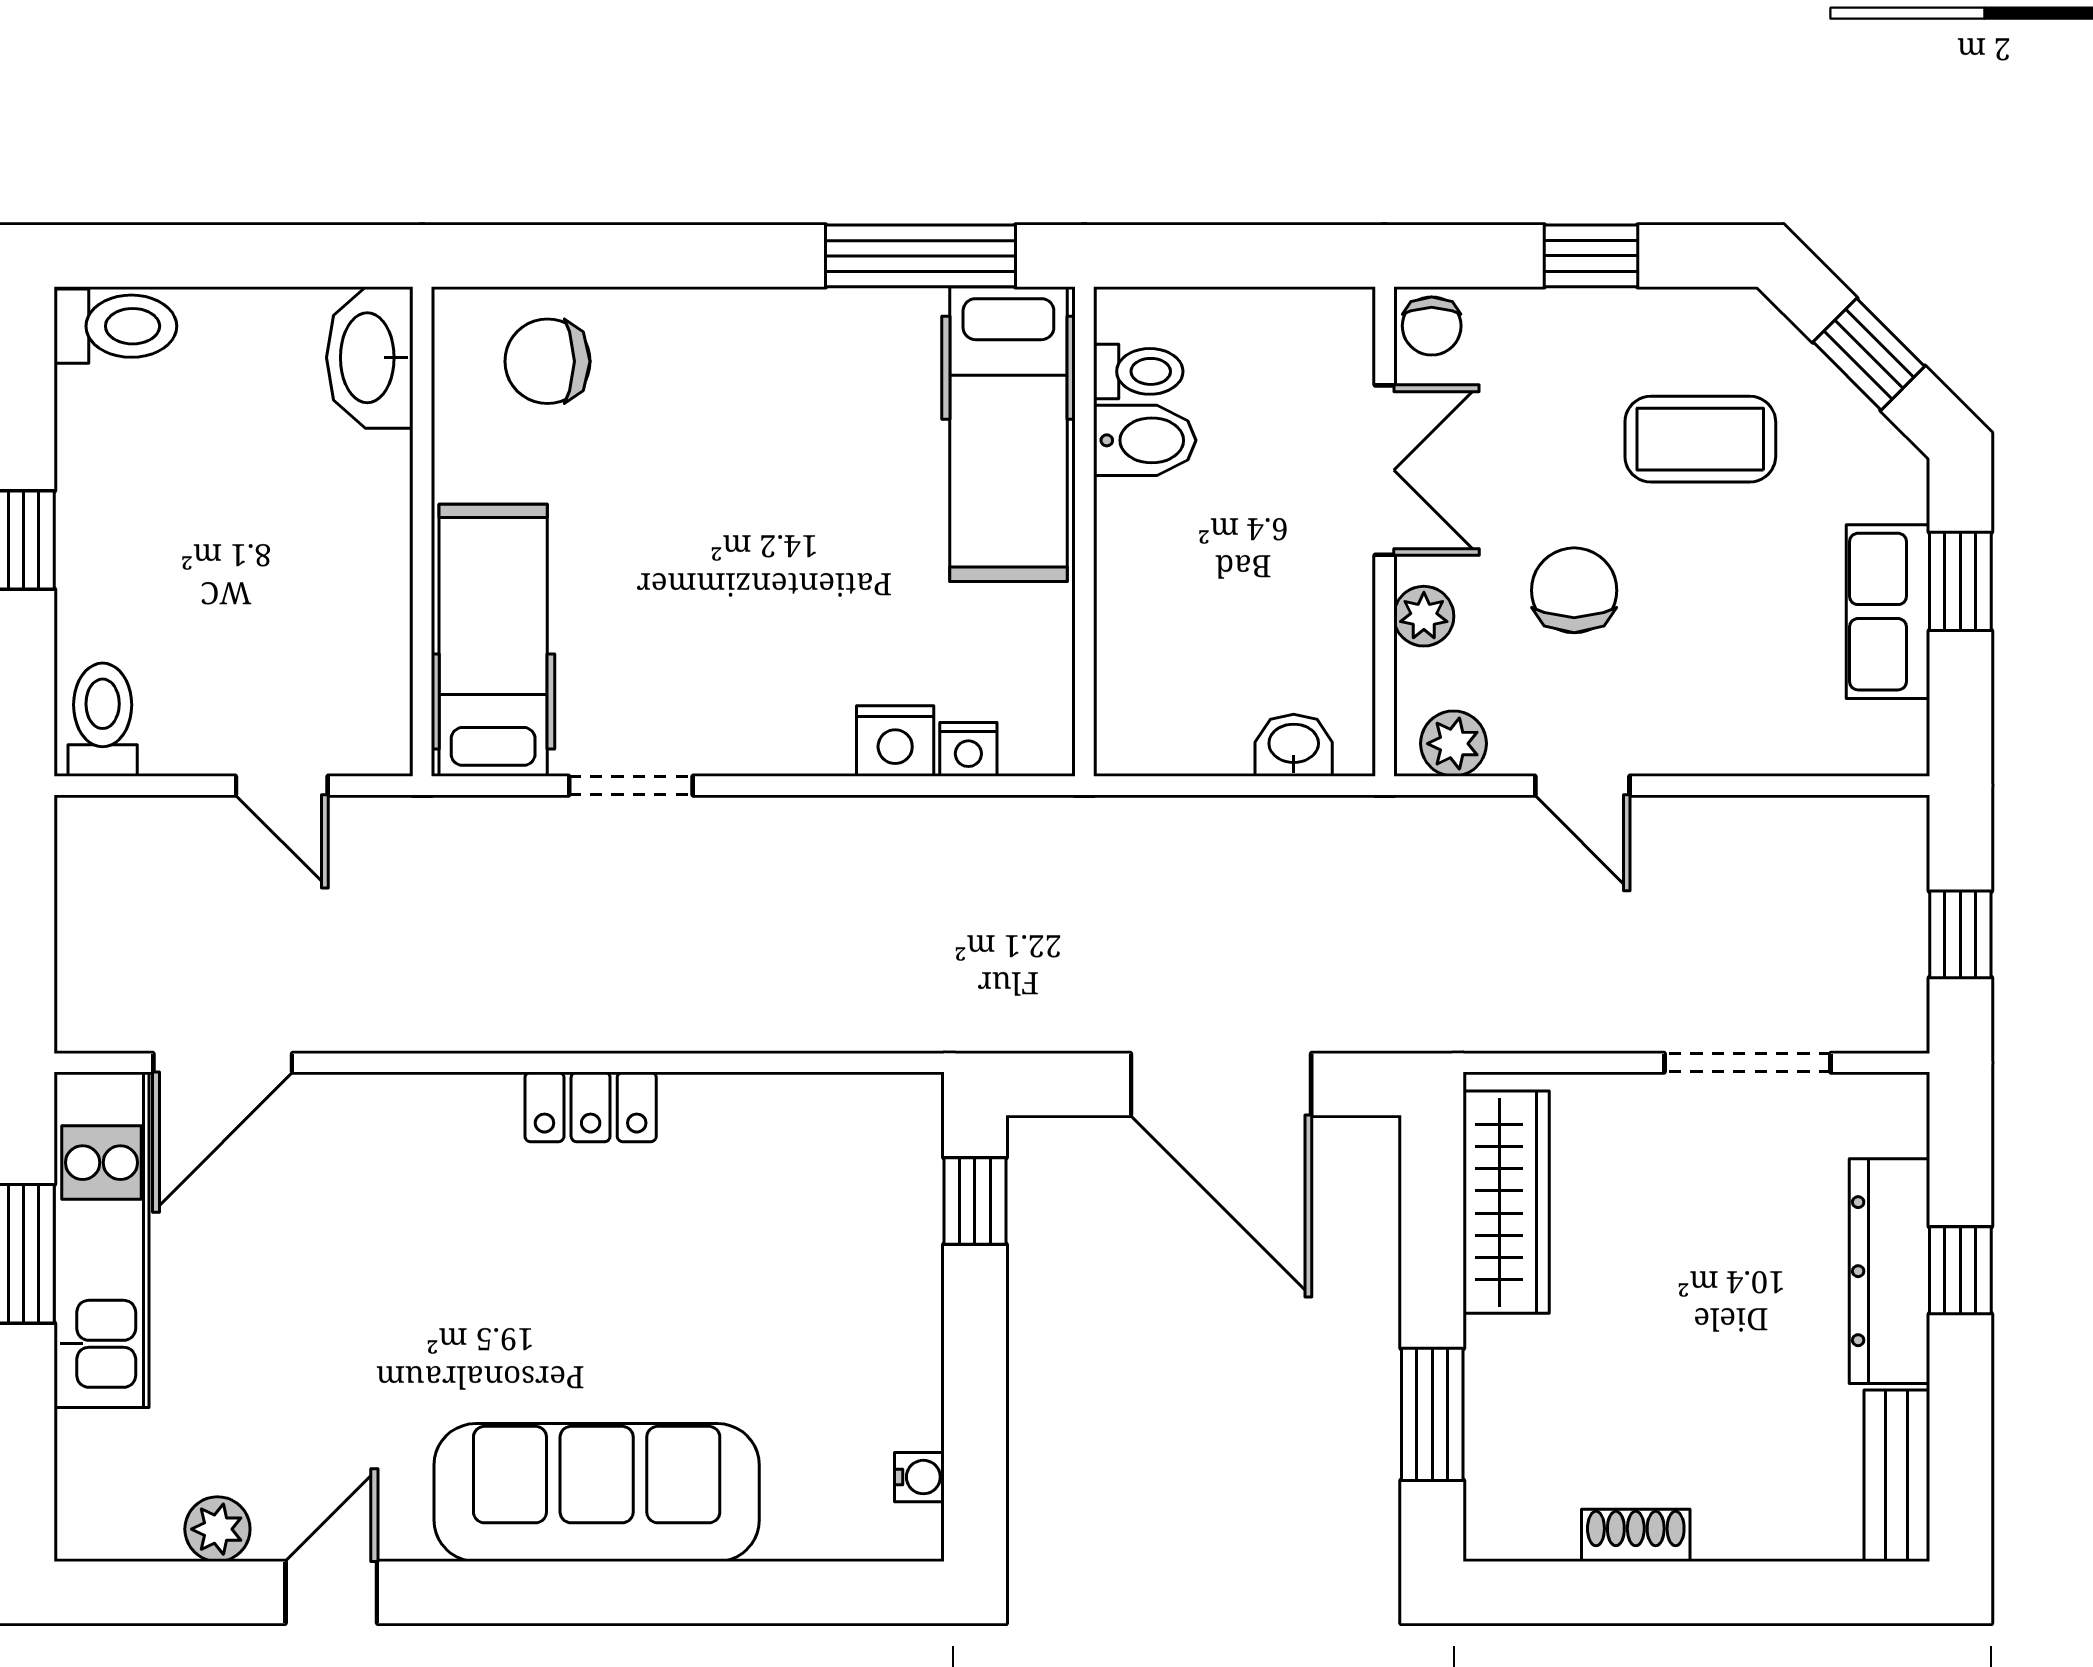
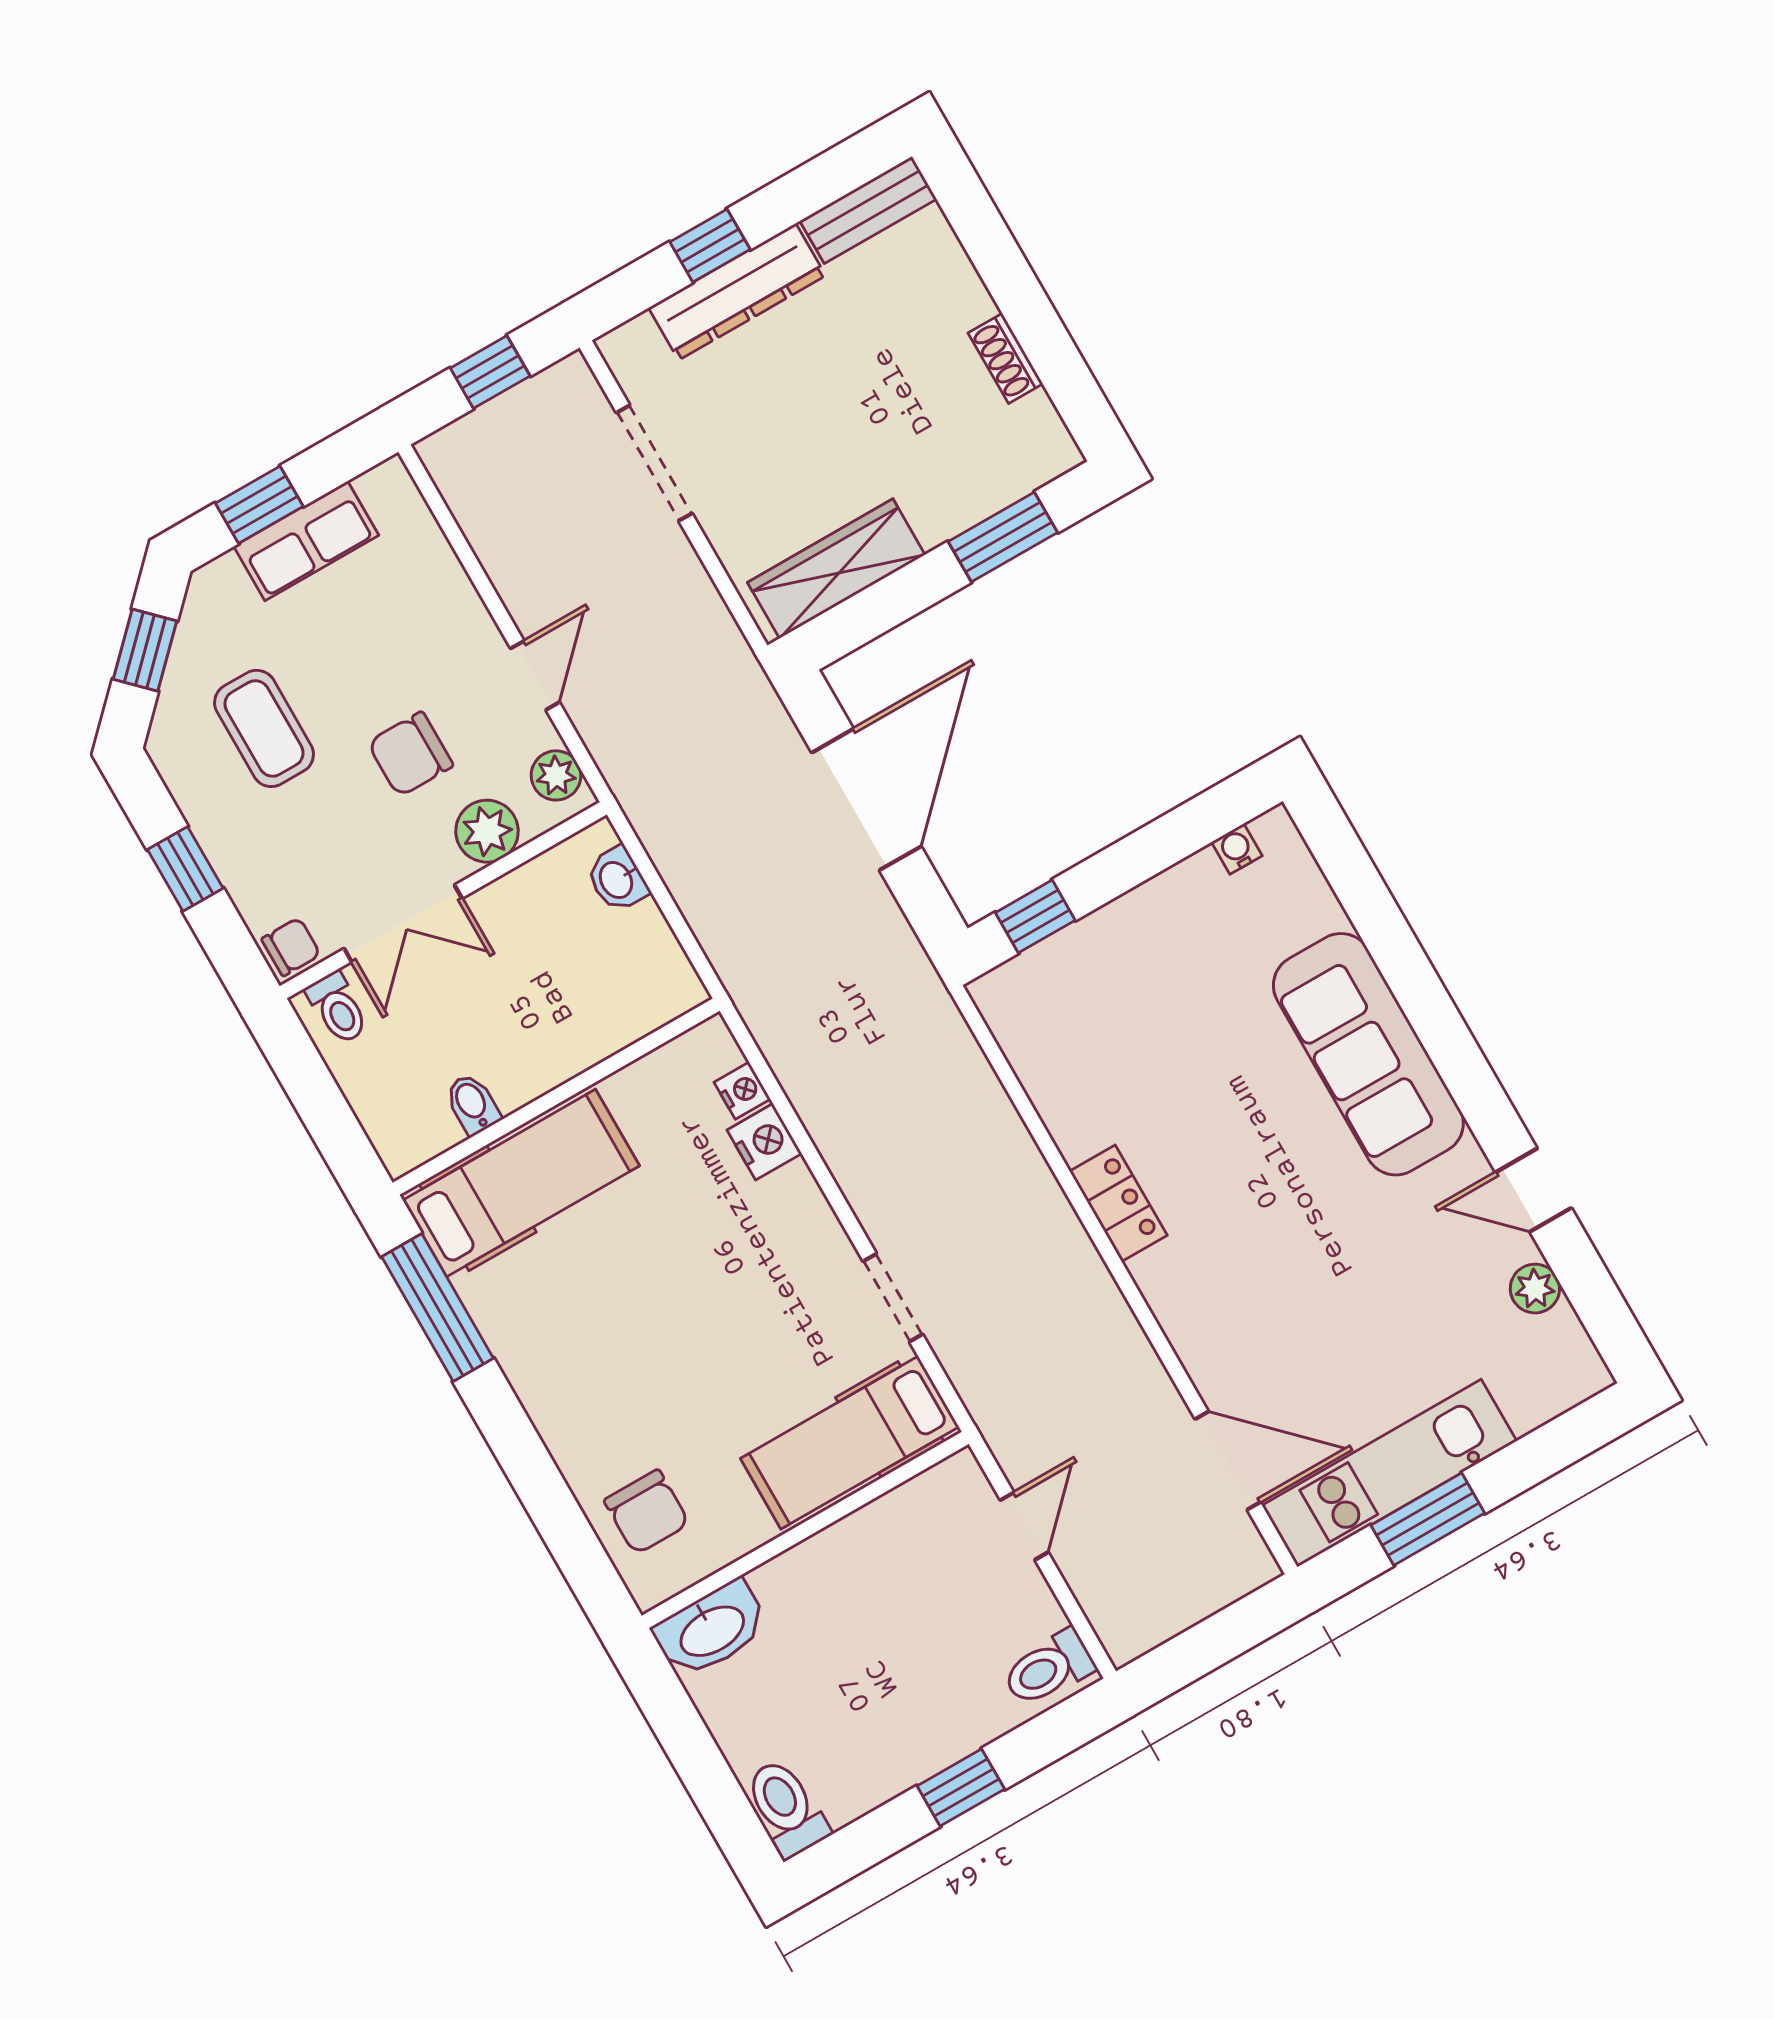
toilet: (1138, 371) -> (338, 1008), moved, turned 180
bidet: (1145, 440) -> (473, 1104), width x0.72, depth x0.74
double door: (1385, 470) -> (403, 923), swing flipped
plant: (1424, 616) -> (487, 831), width x1.38, depth x1.38

